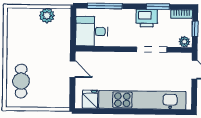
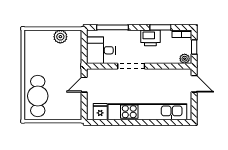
doorway: (152, 50) -> (131, 66), moved
door: (73, 69) -> (84, 85), swing flipped
cafe table: (21, 81) -> (38, 96), width x1.37, depth x1.35

